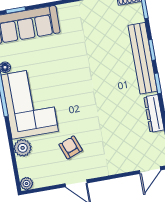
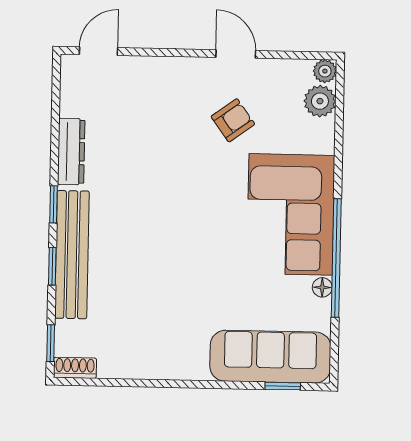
armchair: (71, 147) -> (233, 120), turned -105
plant: (23, 148) -> (320, 101), moved

